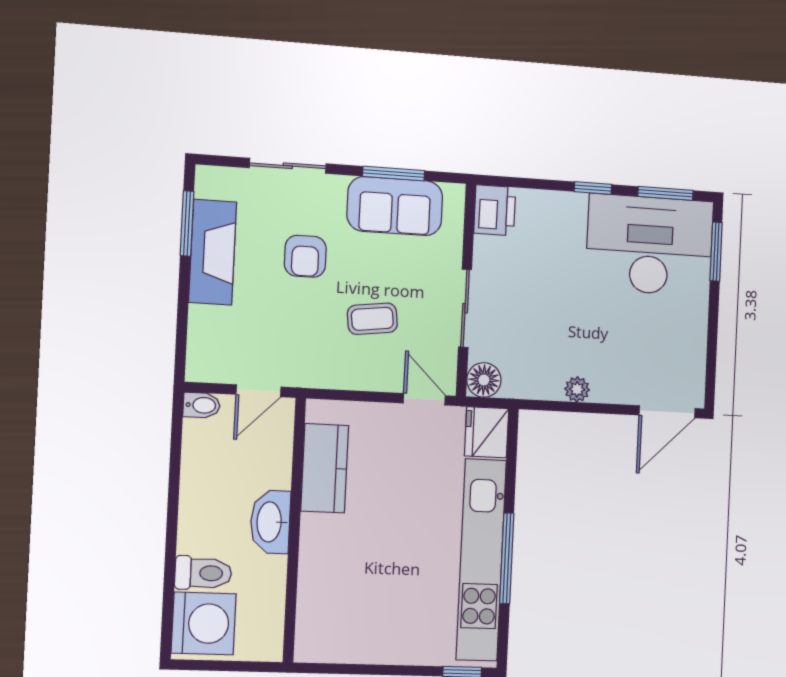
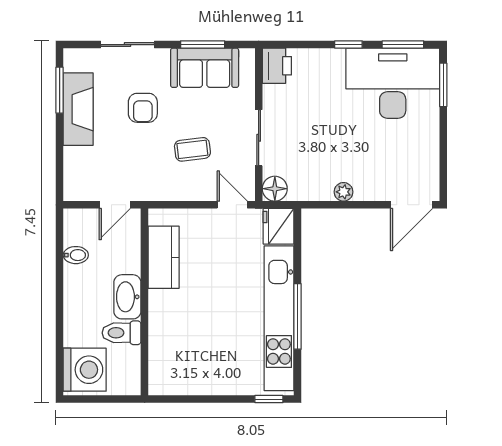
bidet: (202, 405) -> (76, 255), moved
toilet: (203, 573) -> (121, 333), moved, turned 180

